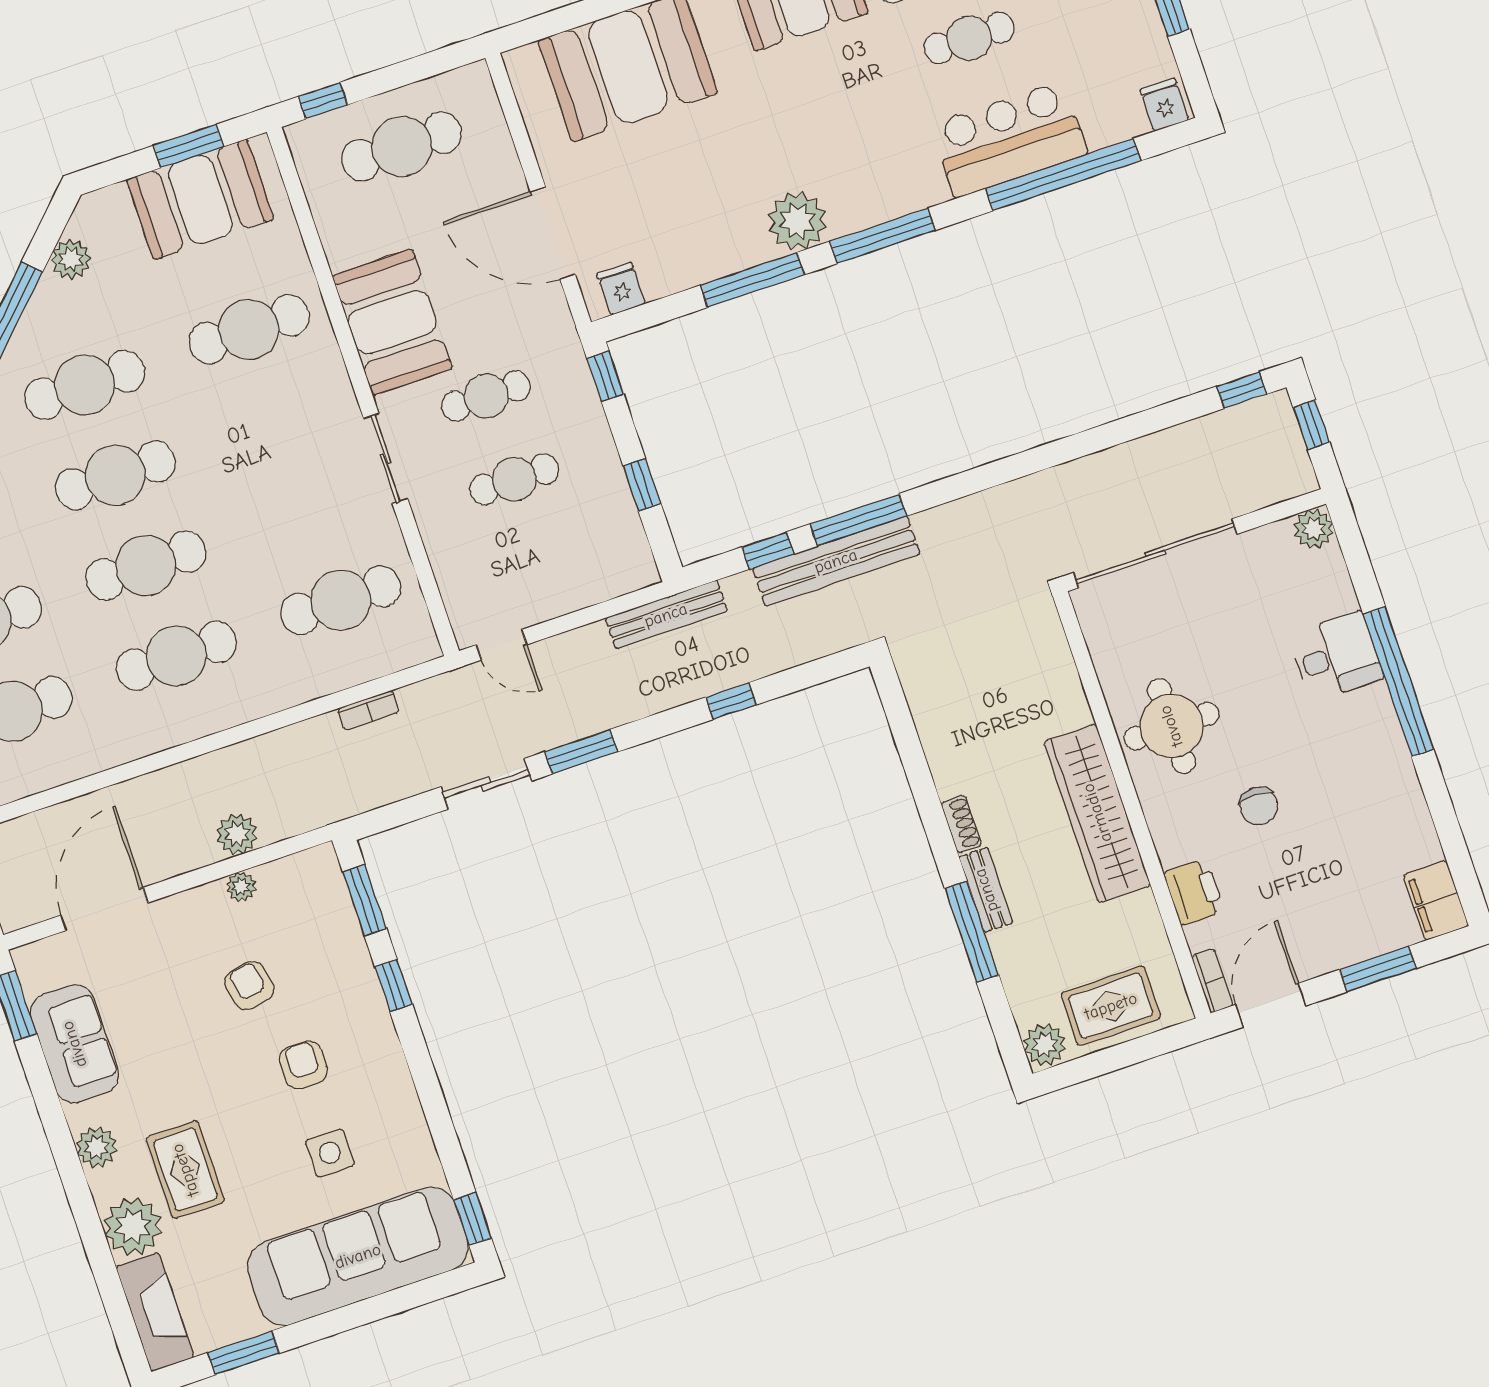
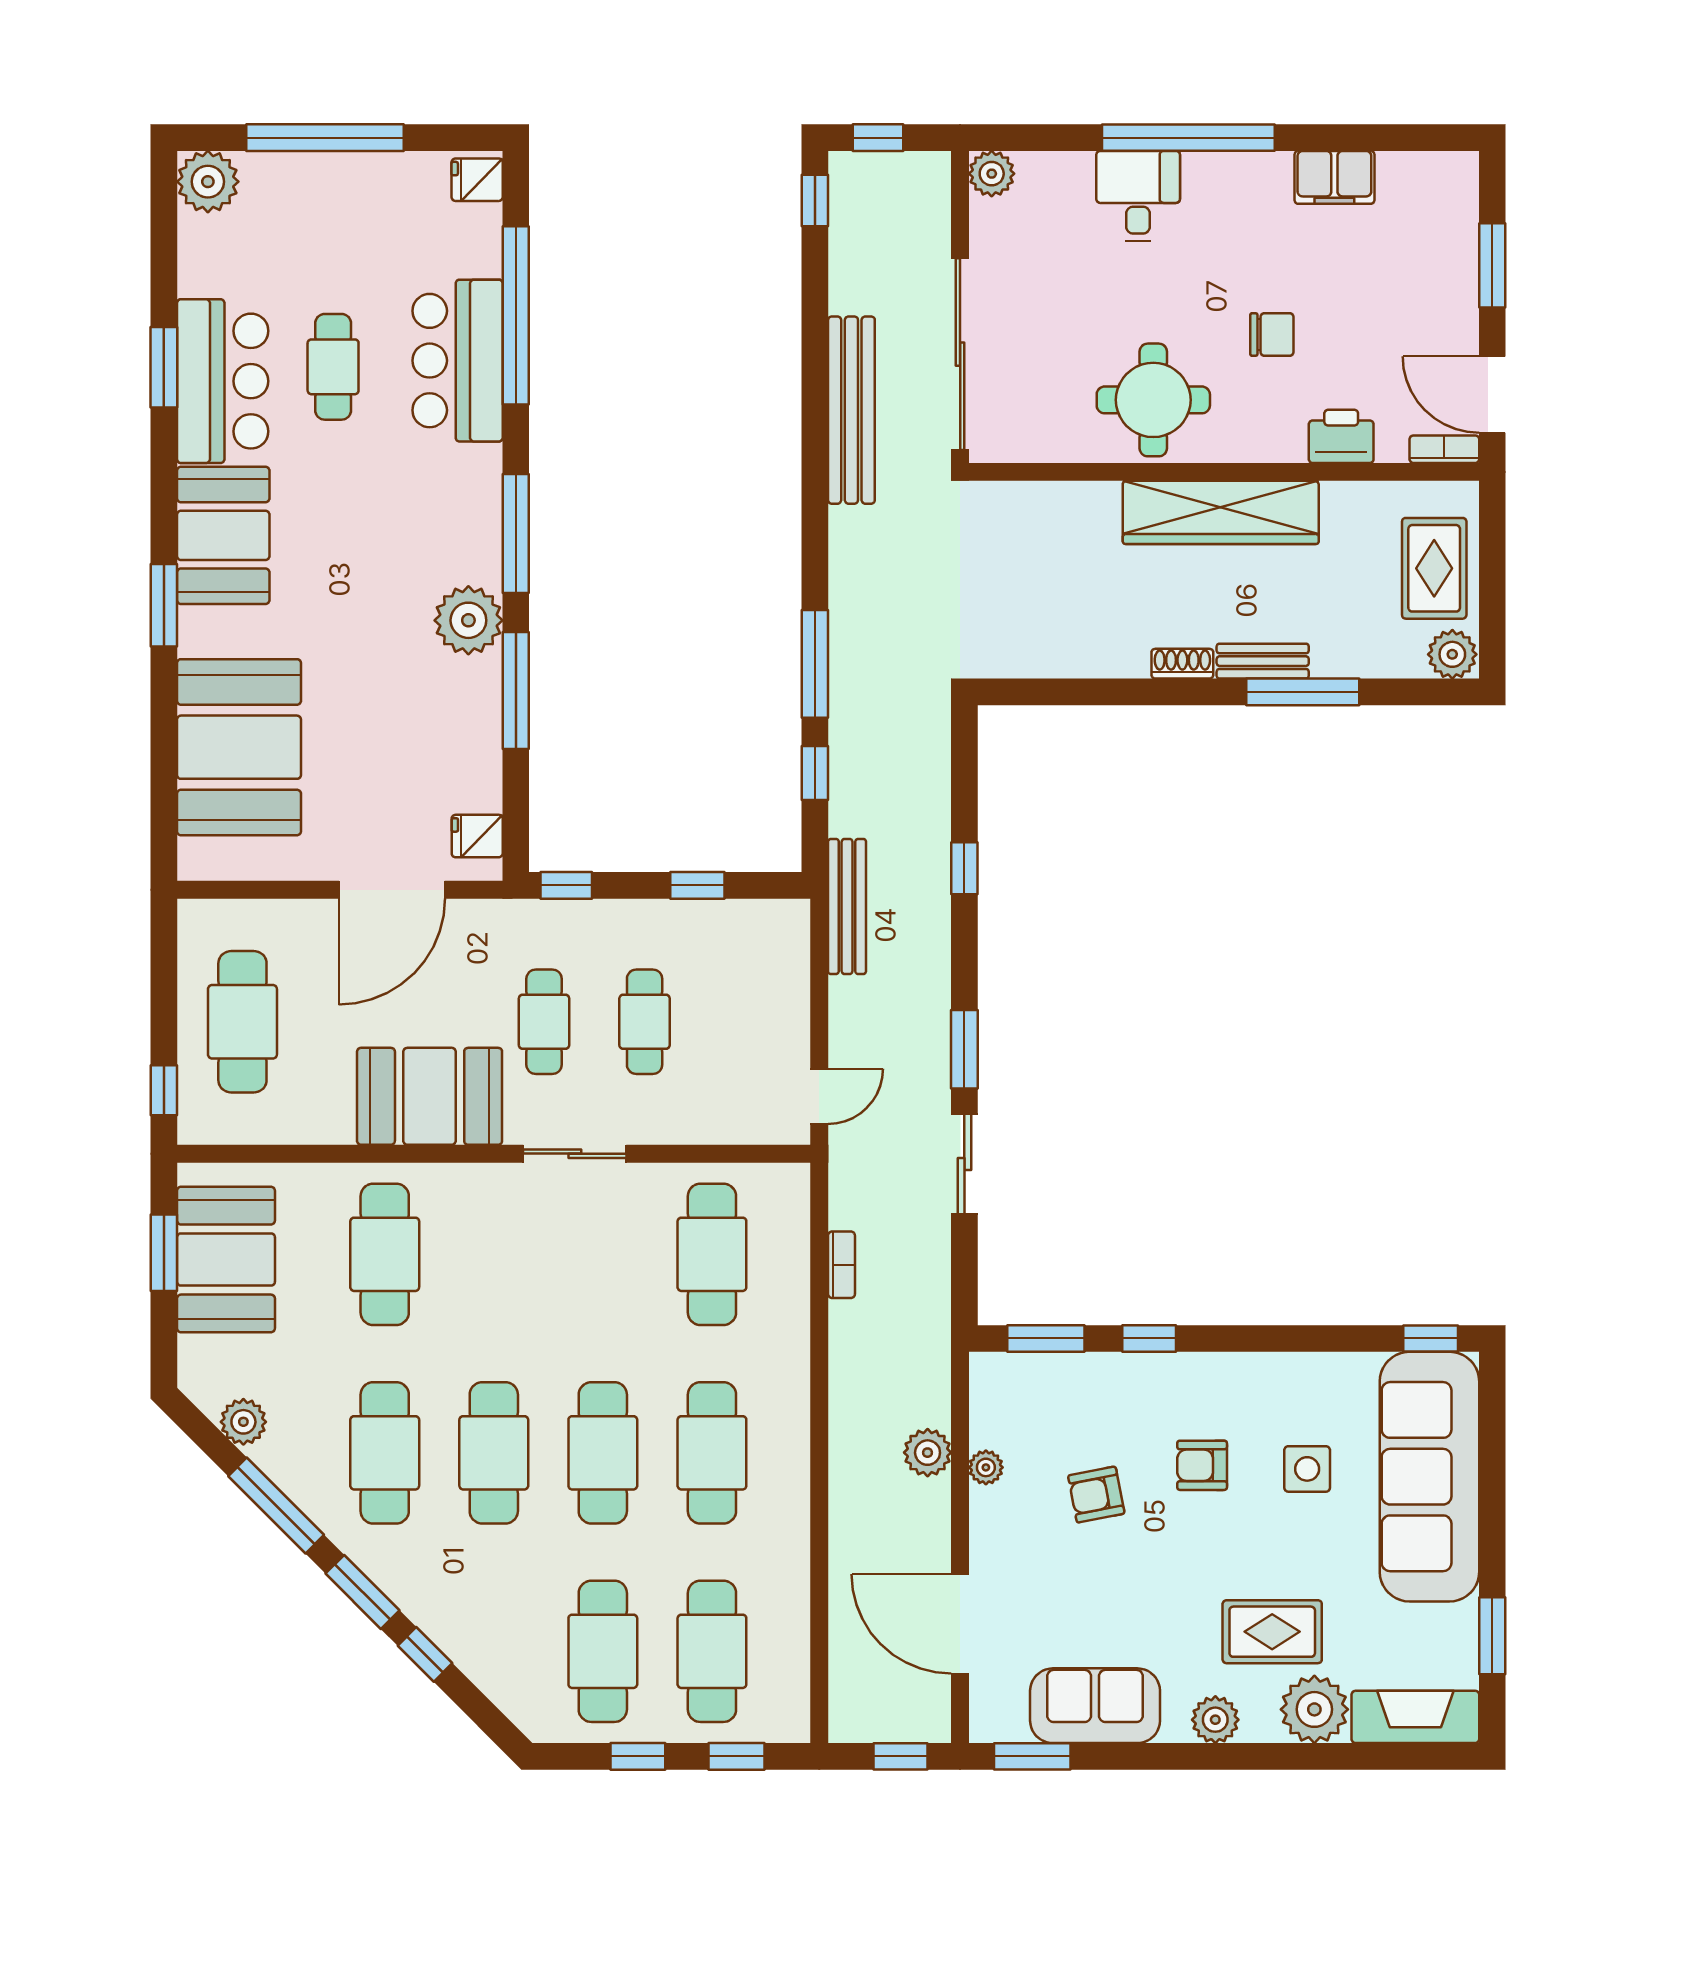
bench: (836, 561) -> (851, 410), moved
filing cabinet: (1436, 900) -> (1334, 177), moved

